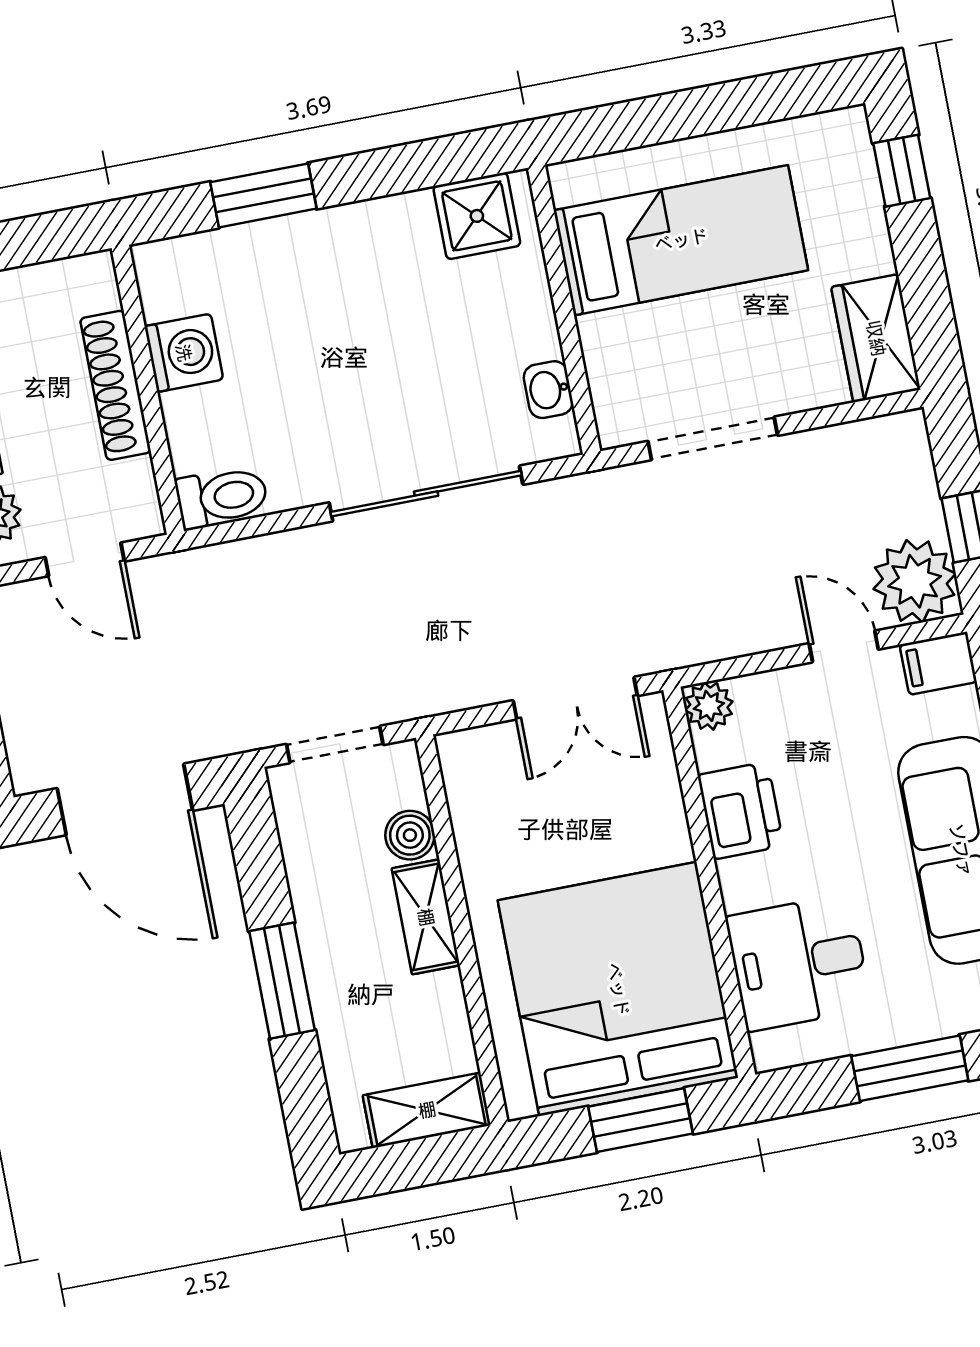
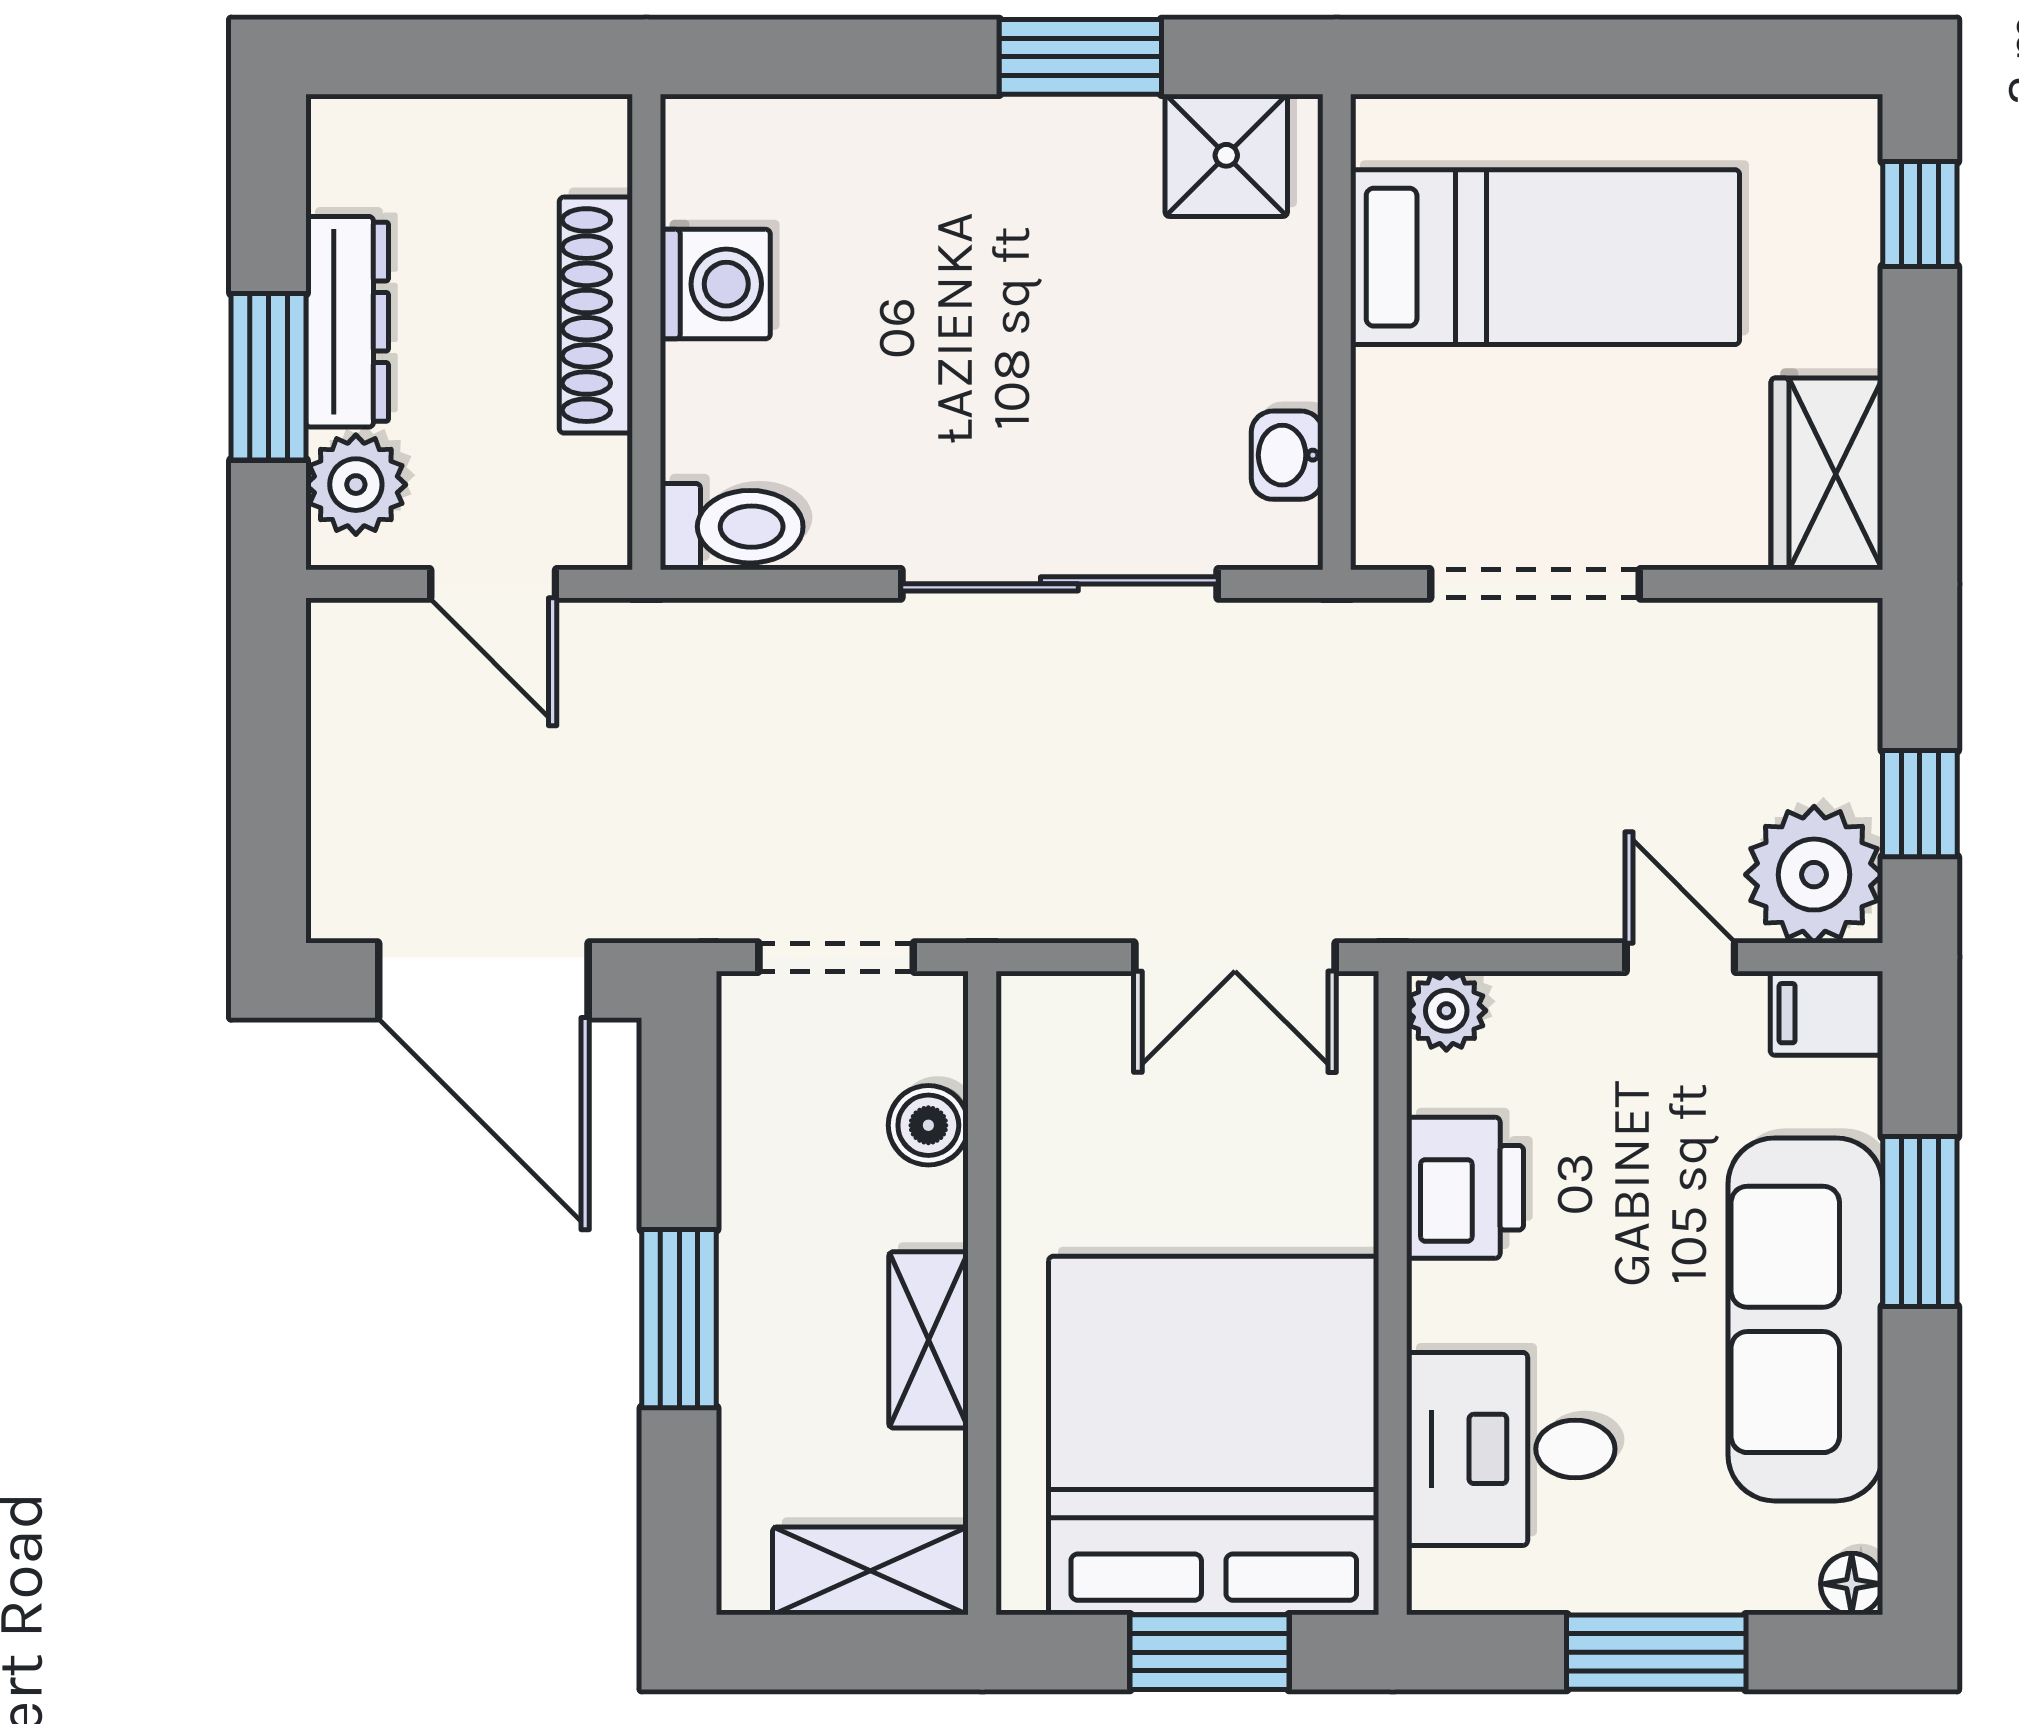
window: (263, 195) -> (1080, 57), moved
shelving: (426, 917) -> (929, 1340), moved

